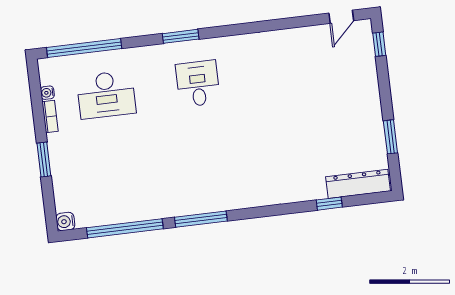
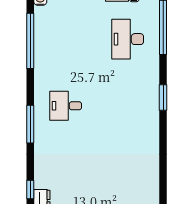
desk: (198, 84) -> (66, 106), moved, turned 180
window: (201, 219) -> (30, 124), moved

